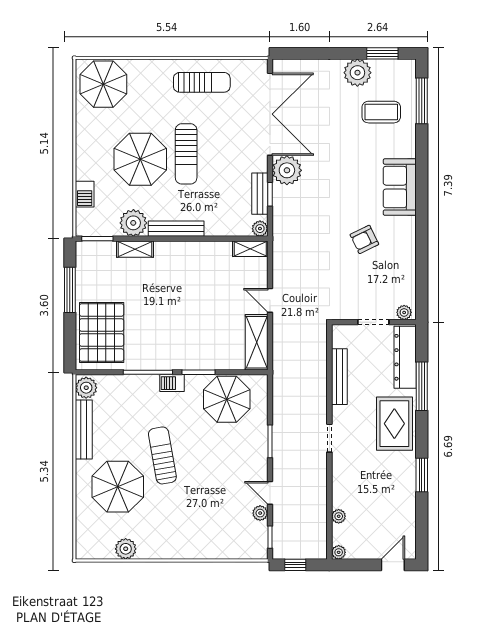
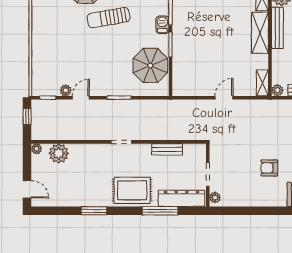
armchair: (364, 239) -> (269, 168), turned -64
shelving: (257, 342) -> (260, 33), moved, turned 90
bench: (339, 377) -> (167, 149), width x0.73
sun lounger: (162, 455) -> (109, 18), turned 180
plant: (339, 516) -> (59, 153), width x1.88, depth x1.88

